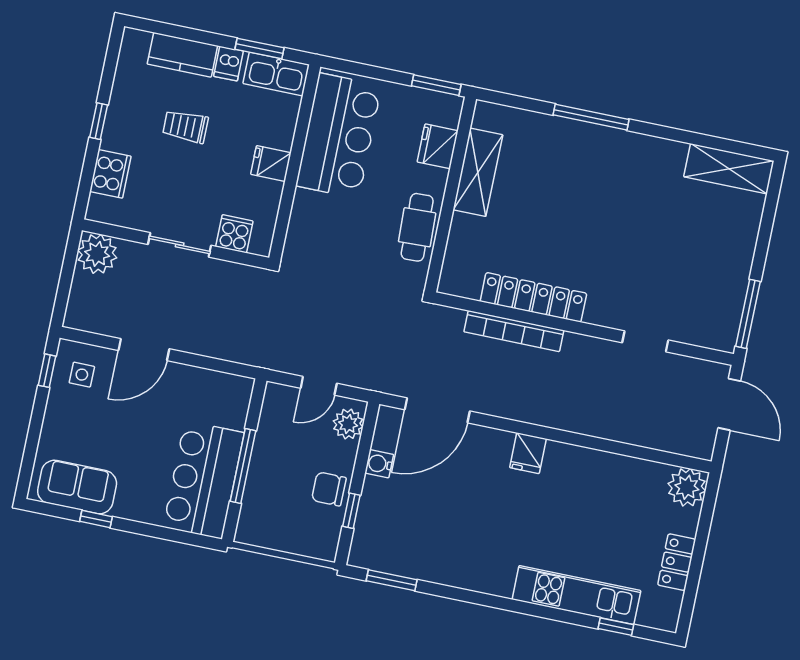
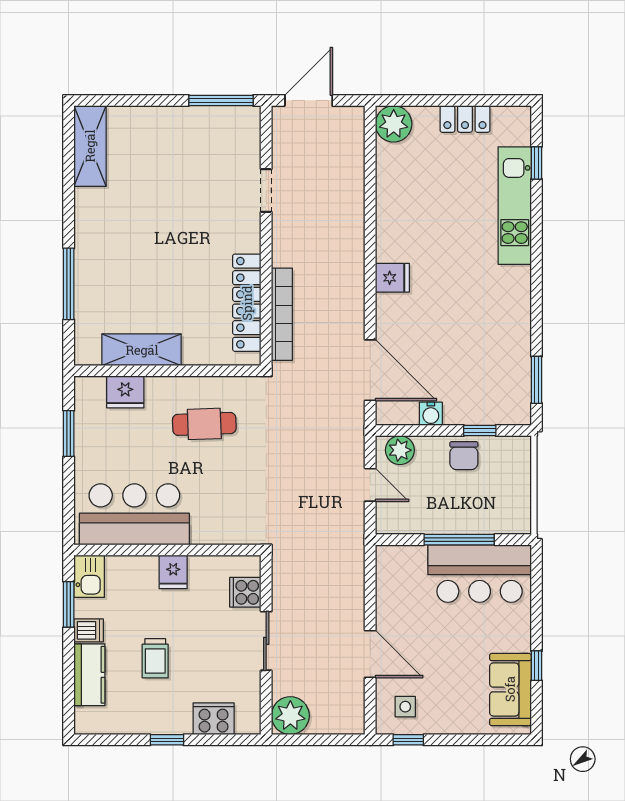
kitchen sink: (276, 74) -> (89, 576), width x0.73
fridge: (438, 146) -> (125, 392), moved
shelving: (478, 172) -> (142, 350), moved
wall: (451, 195) -> (167, 371), moved

